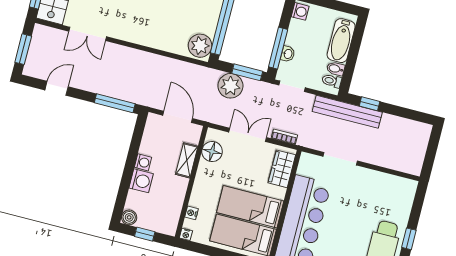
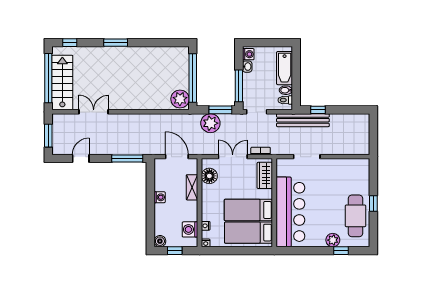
double door: (88, 34) -> (94, 112), swing flipped
washbasin: (288, 54) -> (247, 67), moved
washing machine: (141, 181) -> (190, 229), moved, turned 180

